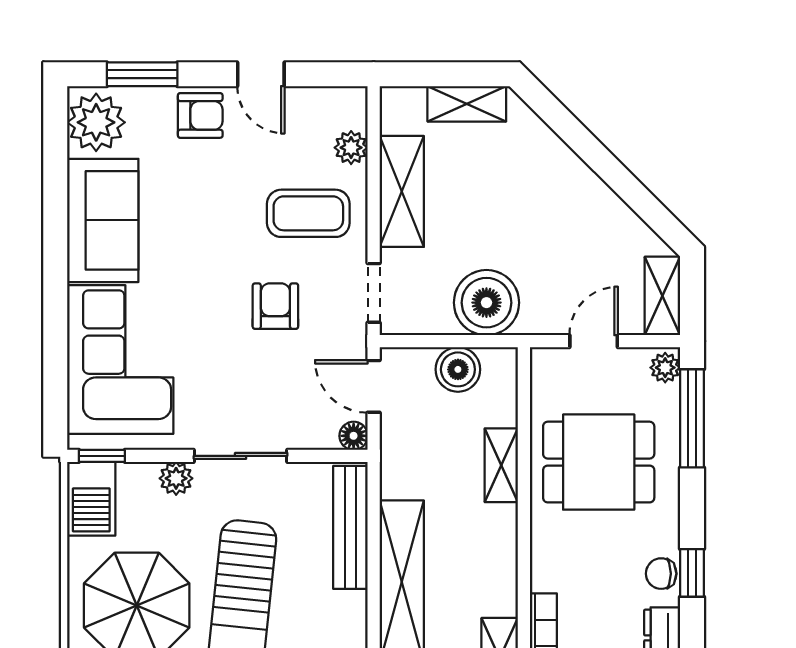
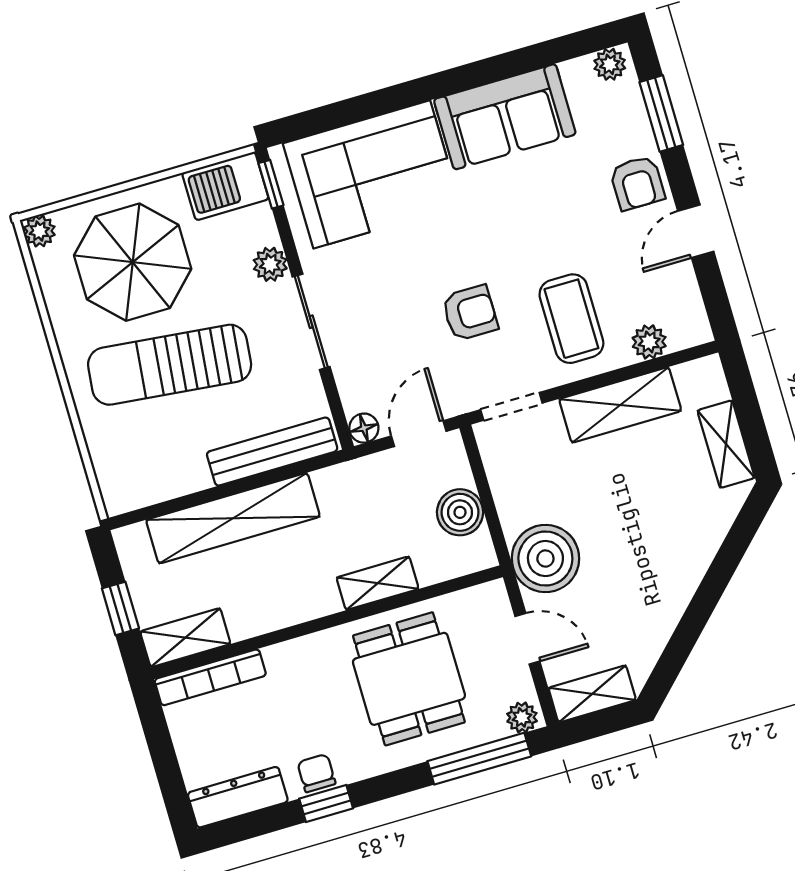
plant: (96, 122) -> (610, 64), width x0.53, depth x0.53
boiler: (486, 303) -> (545, 558), moved

